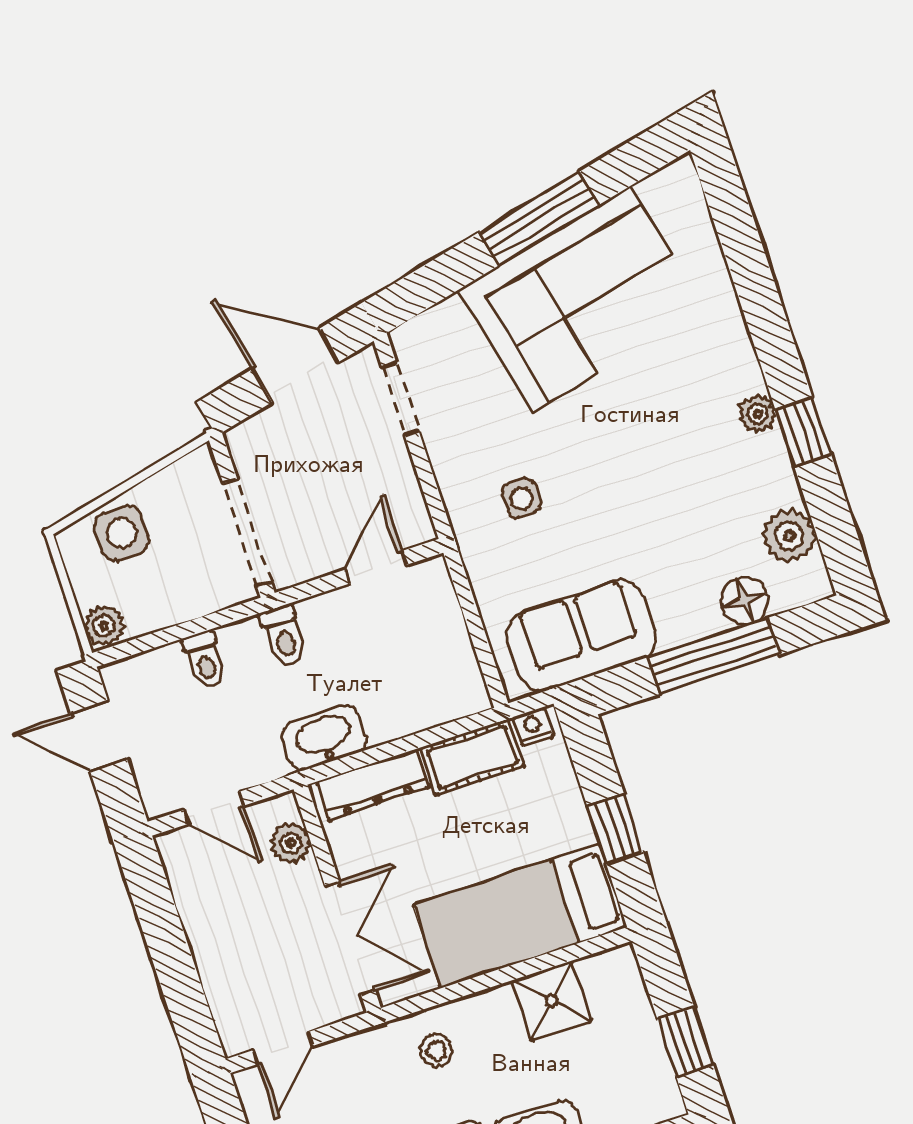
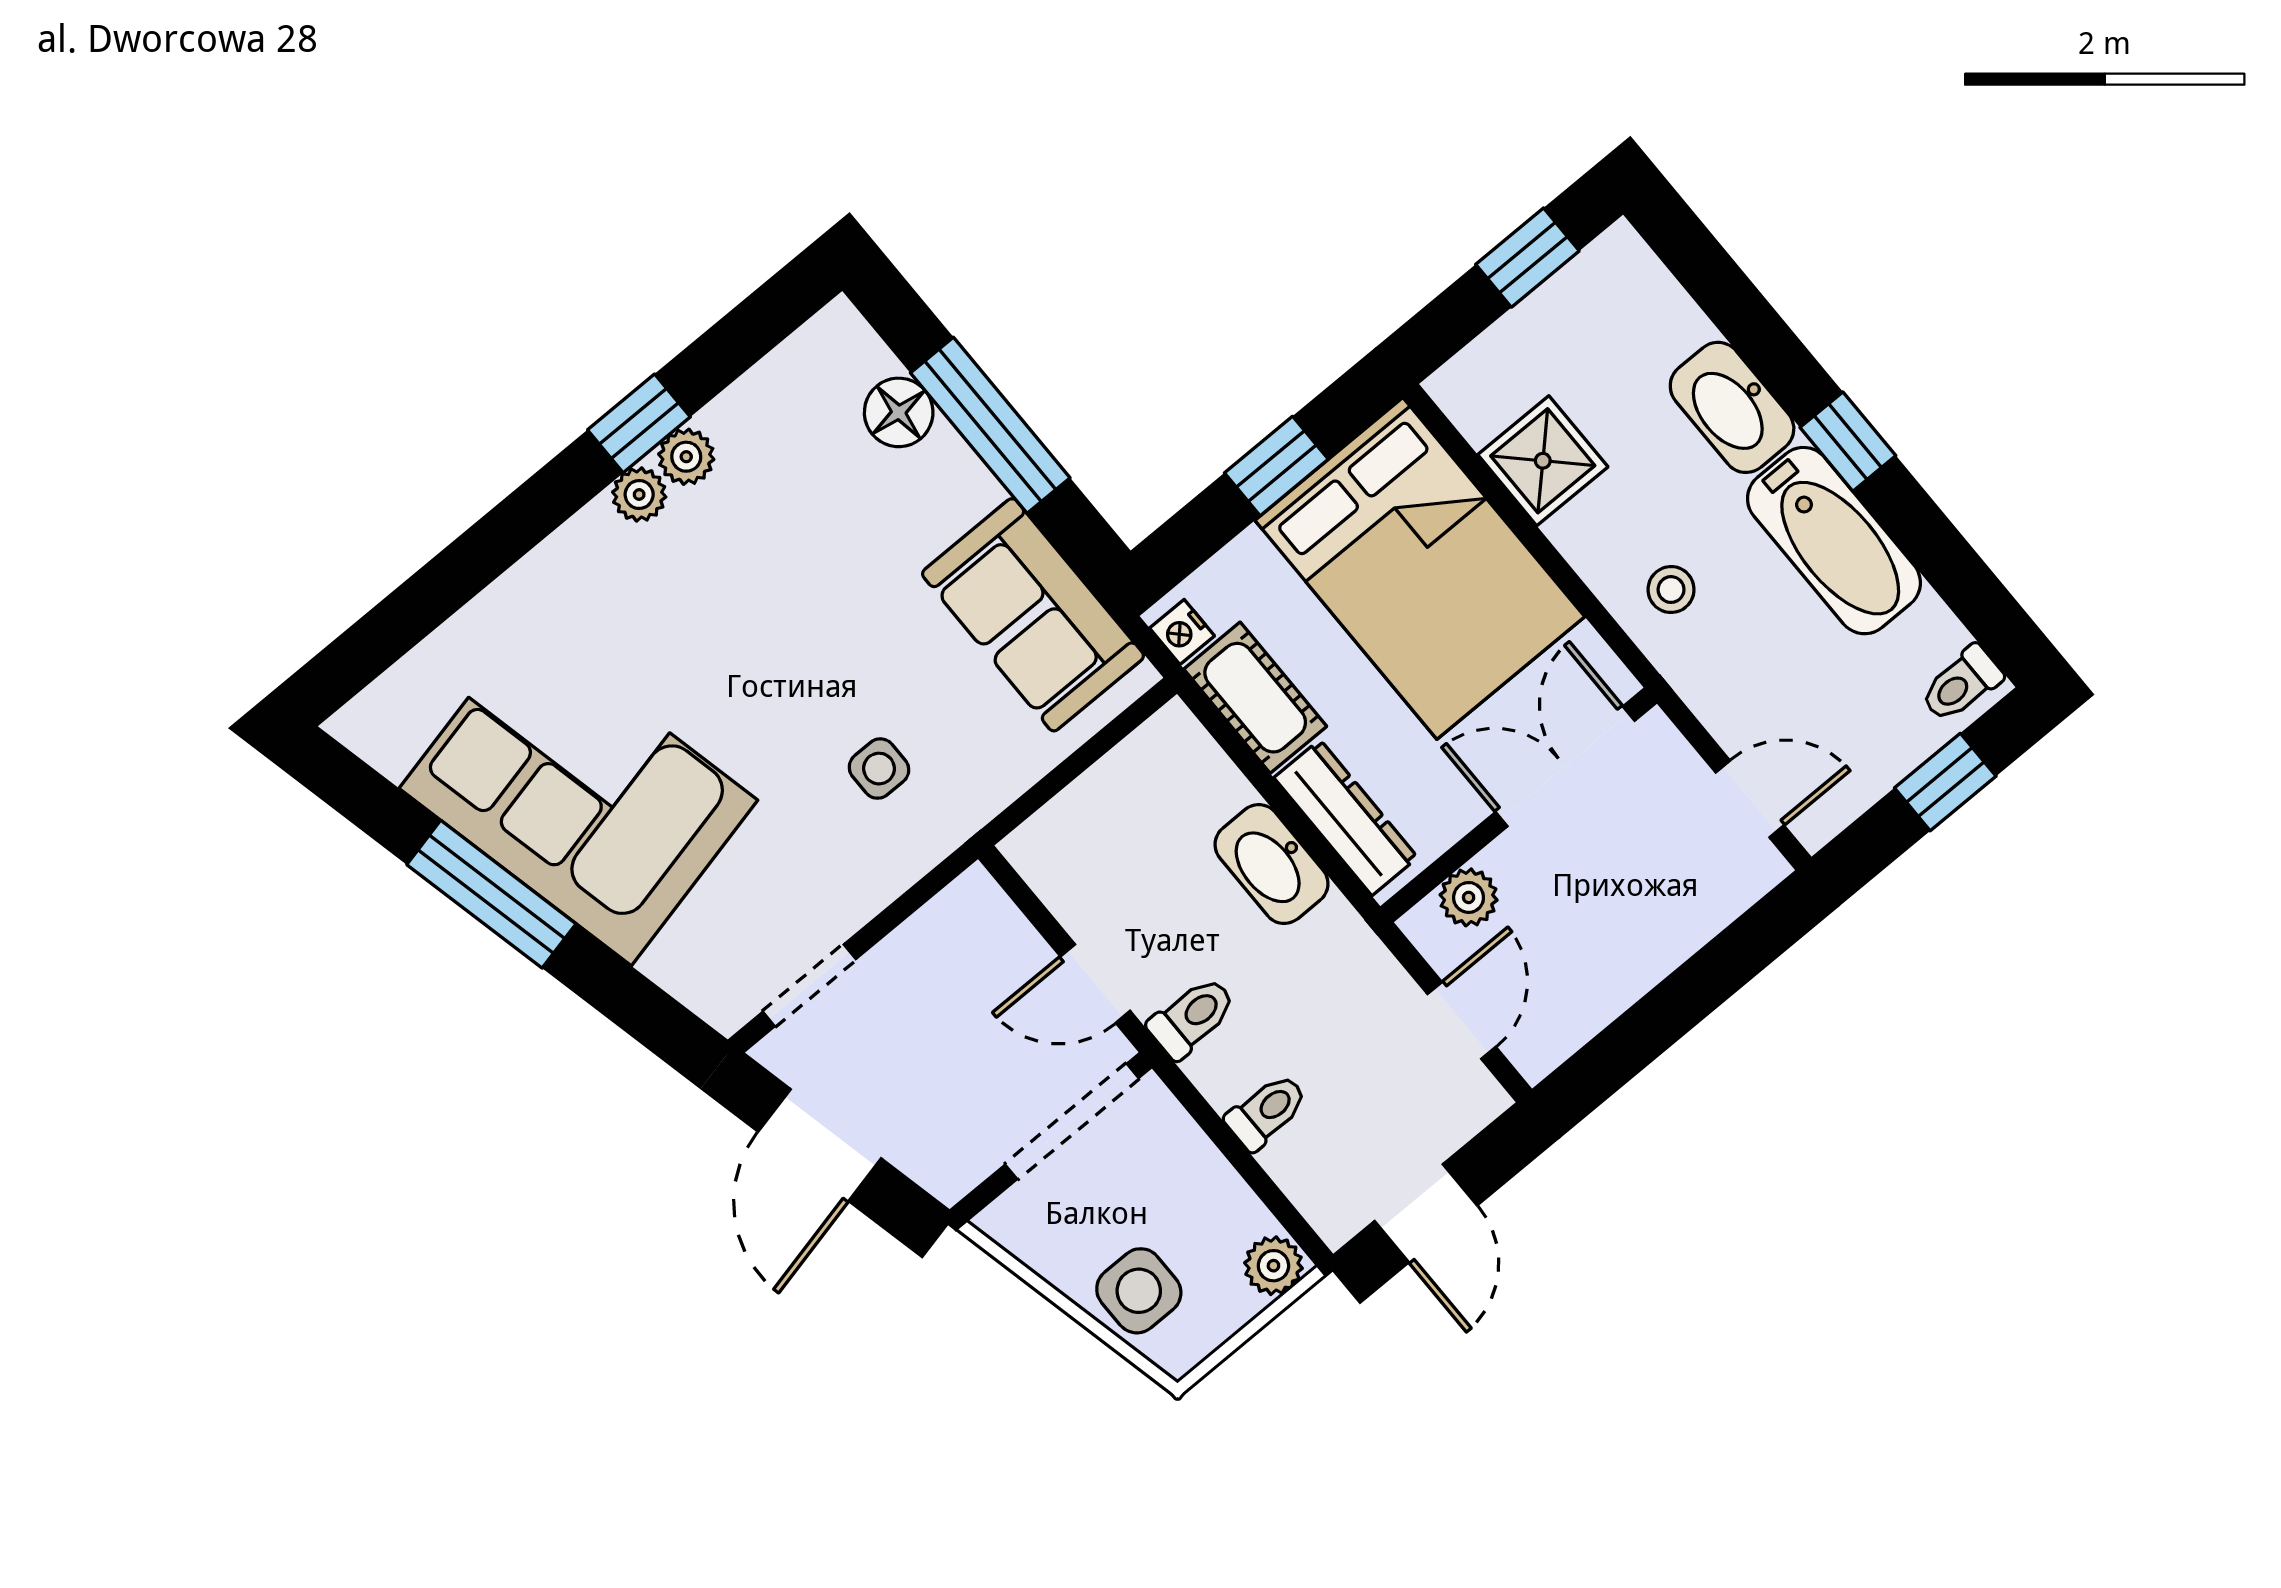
plant: (789, 536) -> (686, 457), moved, width x0.73, depth x0.73
door: (376, 567) -> (1095, 984), moved
washbasin: (324, 738) -> (1271, 864), moved
bed: (520, 916) -> (1420, 568), width x1.50

